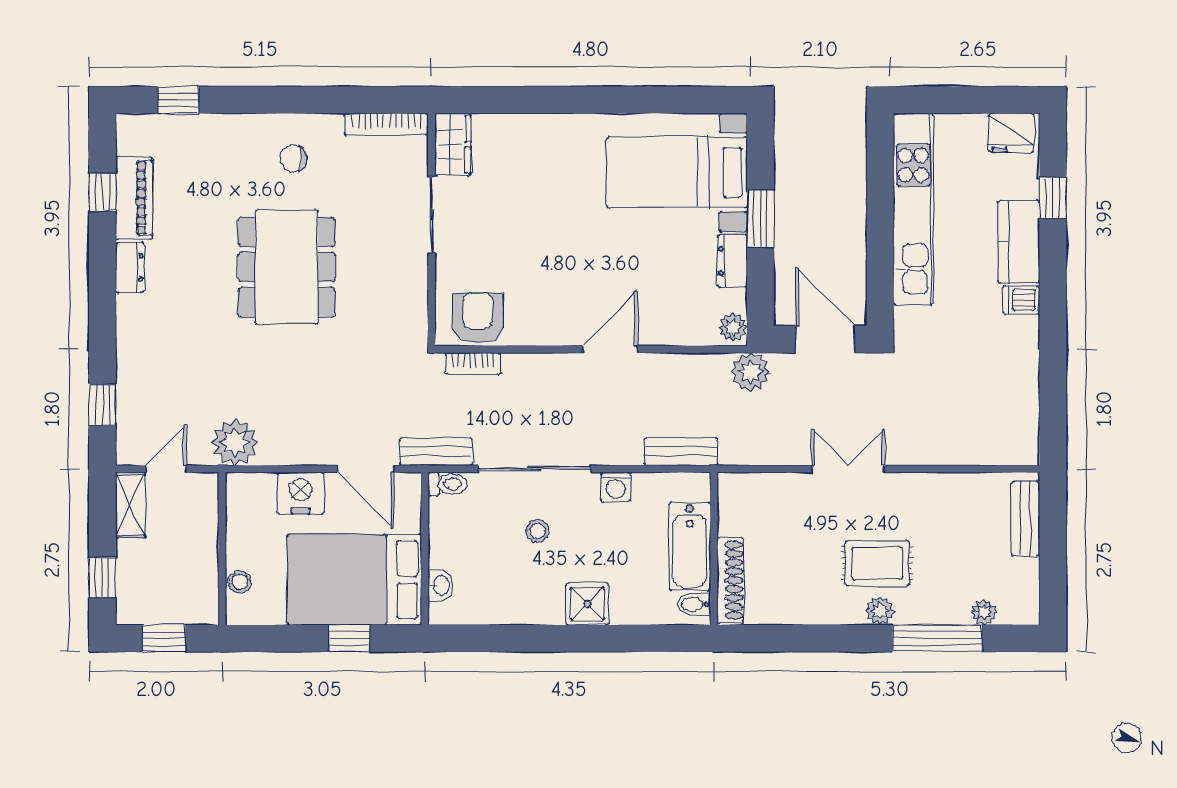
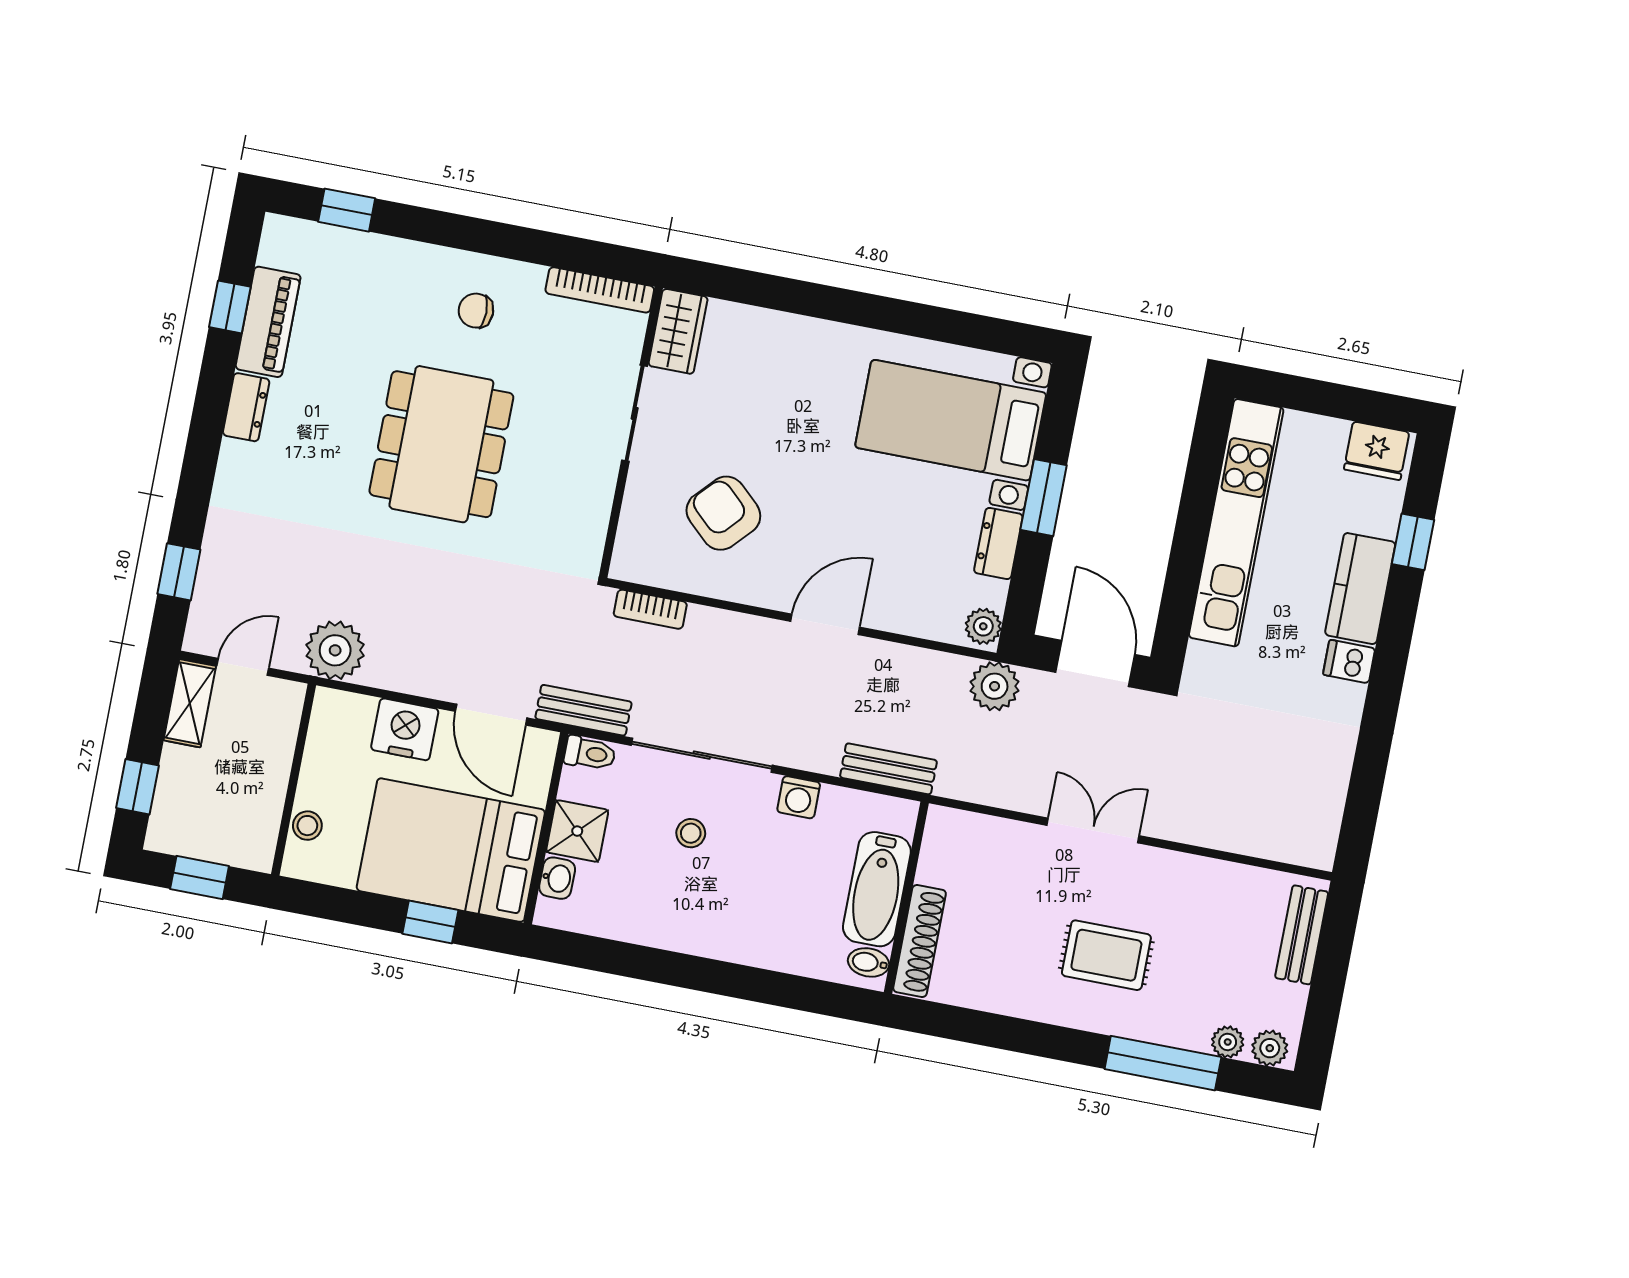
armchair: (478, 318) -> (723, 513), moved, turned -47
shower: (587, 604) -> (577, 831), moved
plant: (880, 611) -> (1270, 1048), moved

